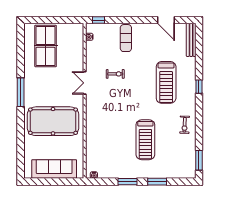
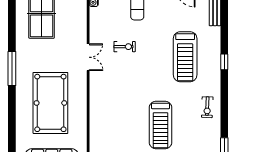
double door: (85, 83) -> (88, 57), swing flipped
pool table: (53, 121) -> (50, 103), turned 90

